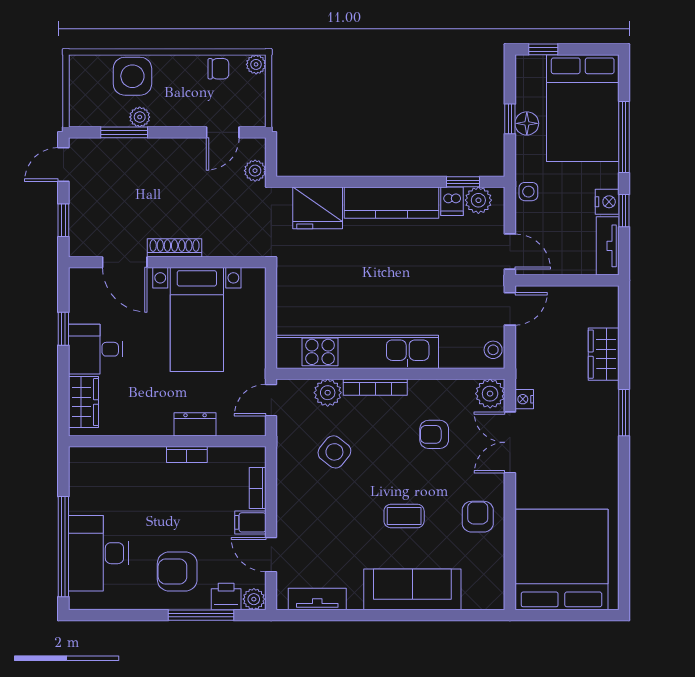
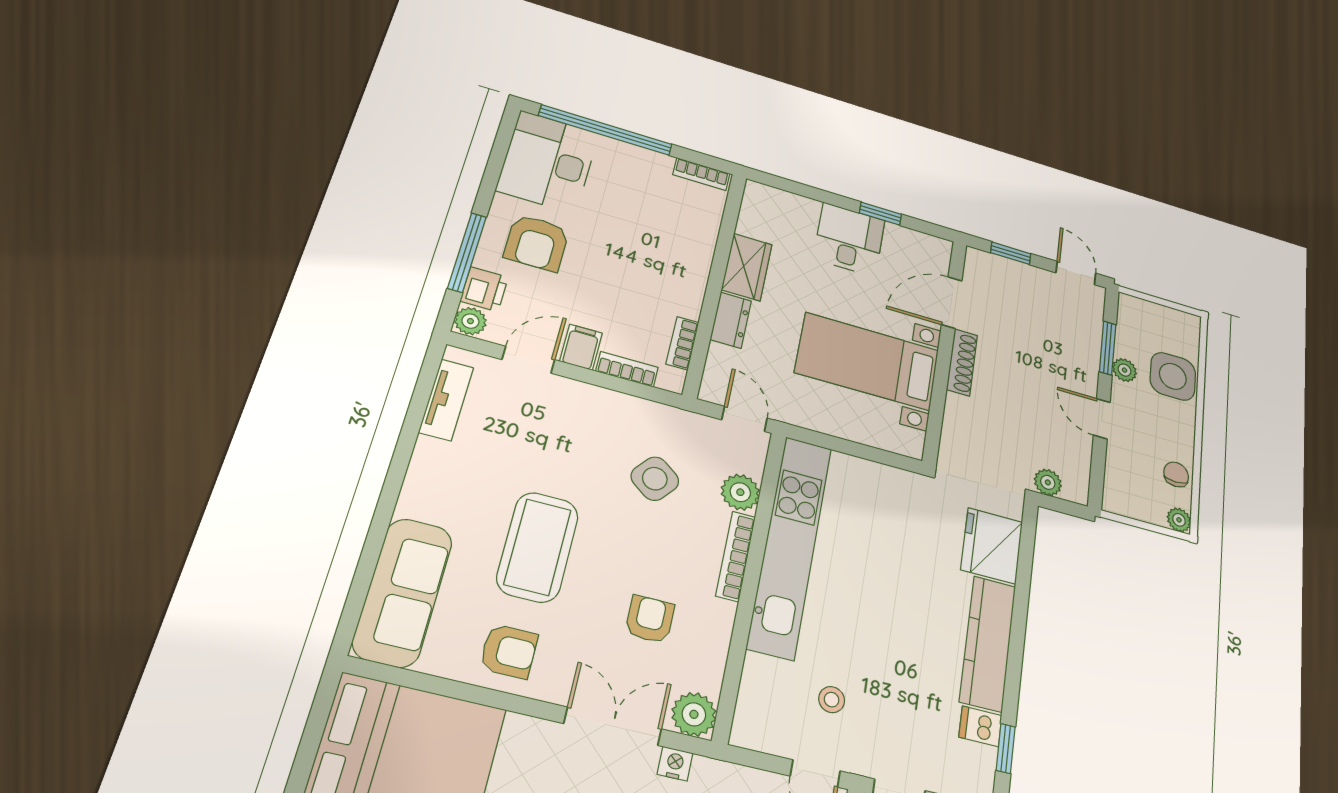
chair: (218, 69) -> (1176, 474), turned 180
door: (223, 132) -> (1102, 419), moved
plant: (478, 200) -> (978, 764), removed
stool: (493, 350) -> (832, 700), moved
wardrobe: (83, 402) -> (747, 267), moved, turned -90
bookcase: (187, 455) -> (682, 343), moved
bookcase: (77, 470) -> (701, 174), added
coffee table: (404, 516) -> (538, 547), width x1.86, depth x1.72
desk: (98, 553) -> (548, 162), moved, turned -90
armchair: (177, 571) -> (537, 243), turned 180
sofa: (412, 589) -> (403, 592), moved

